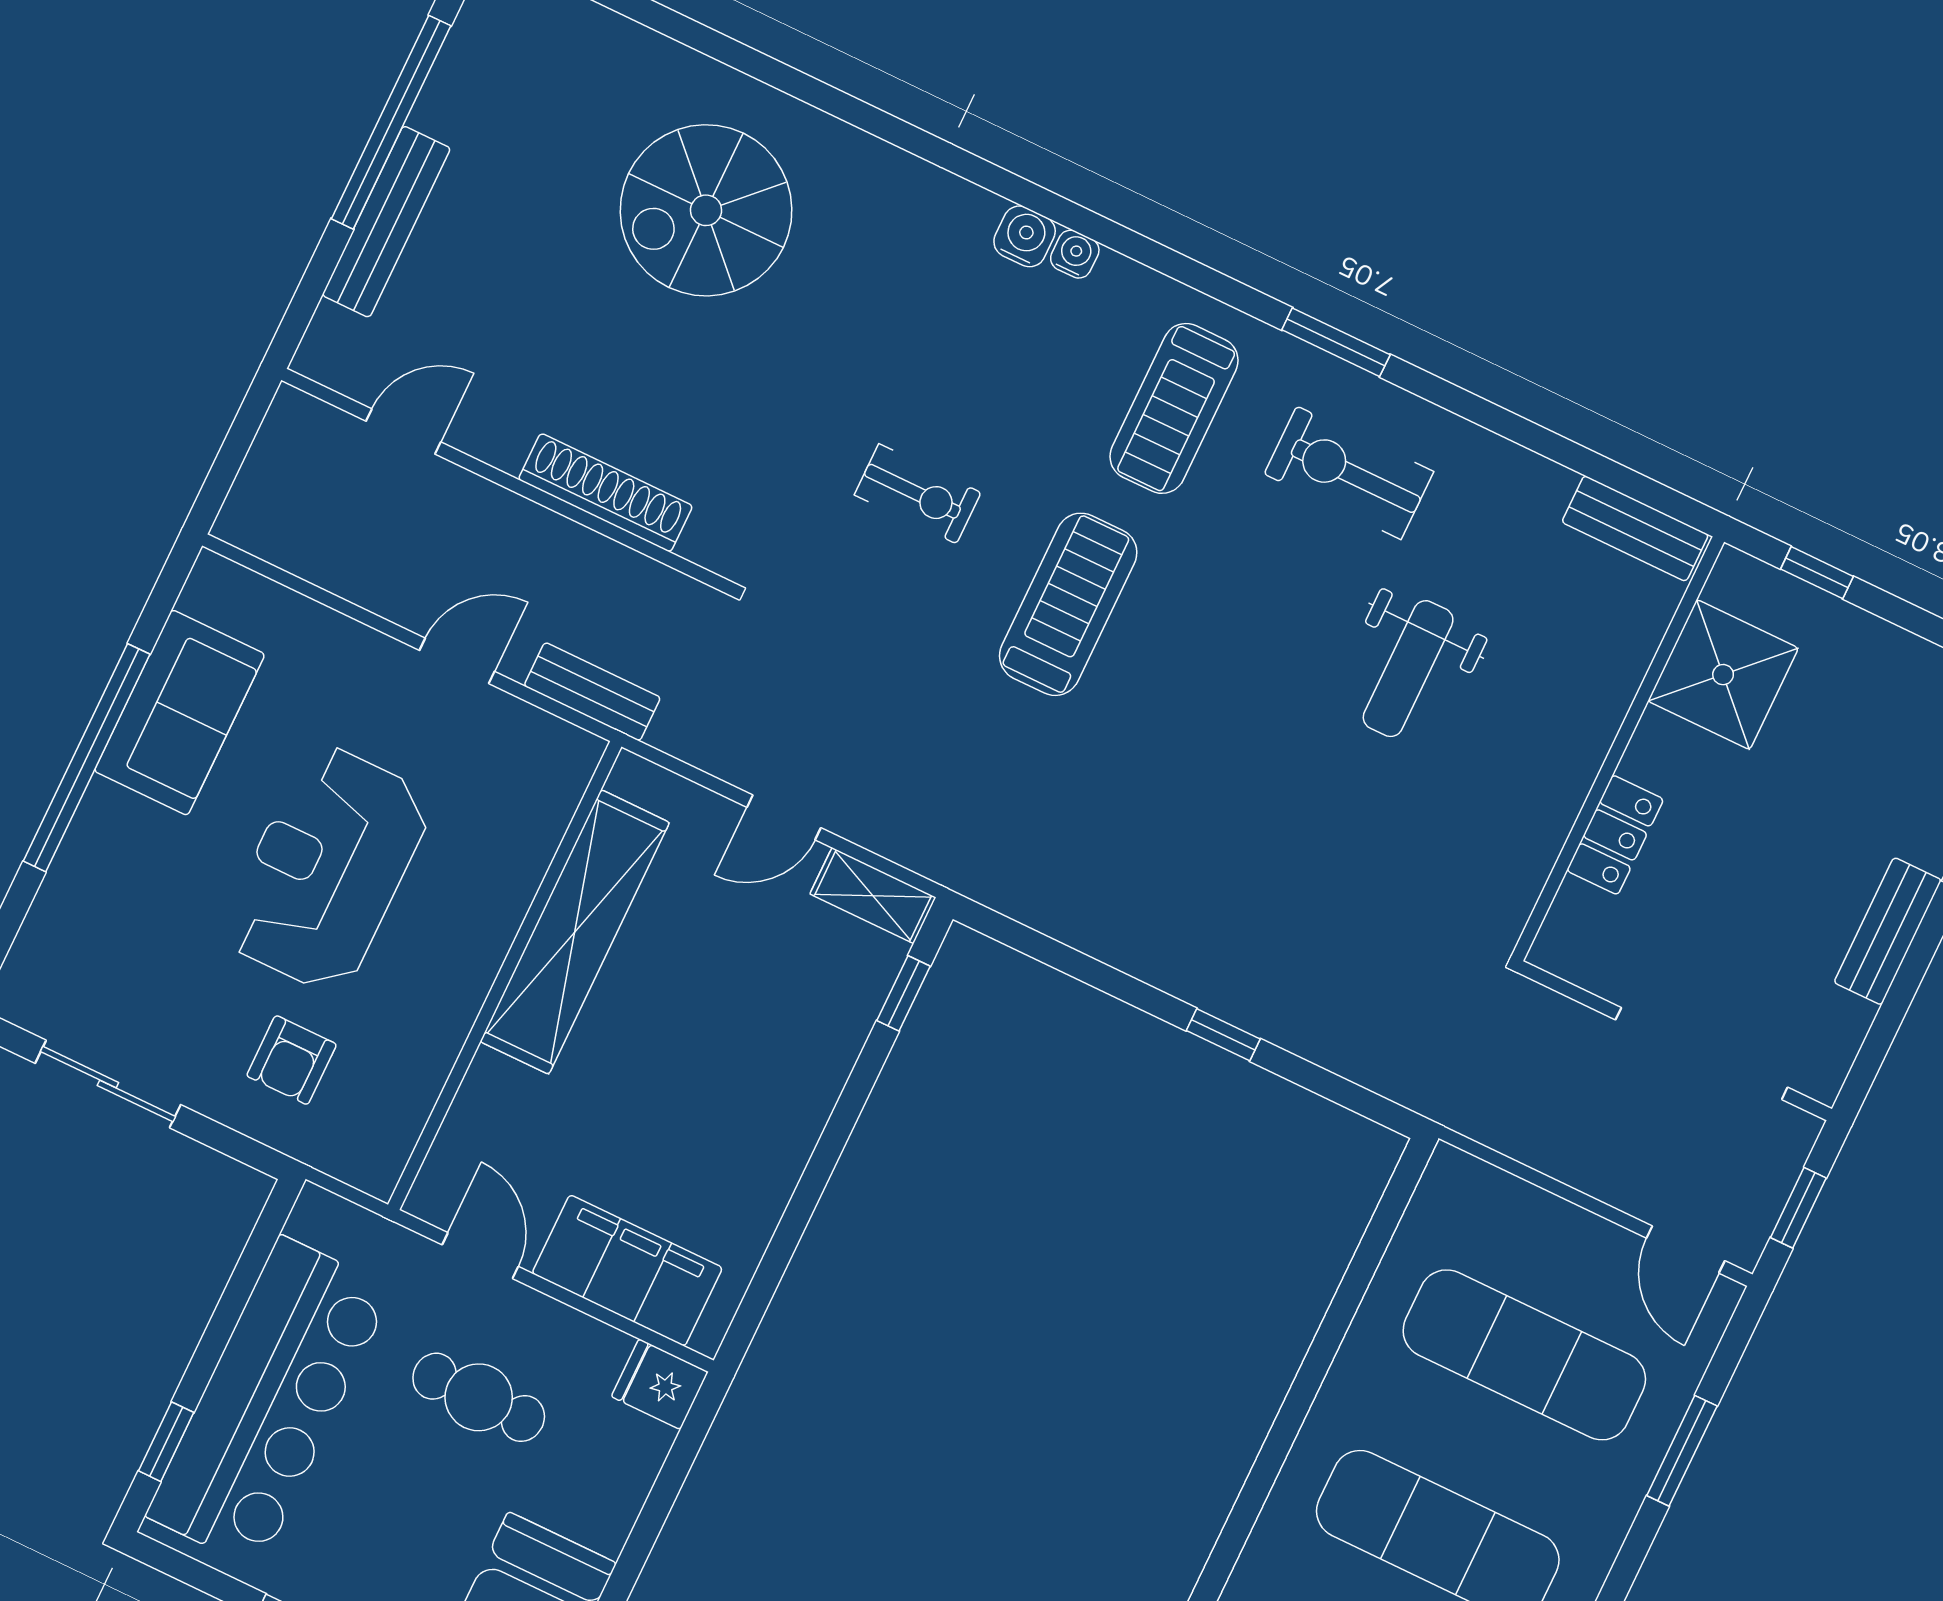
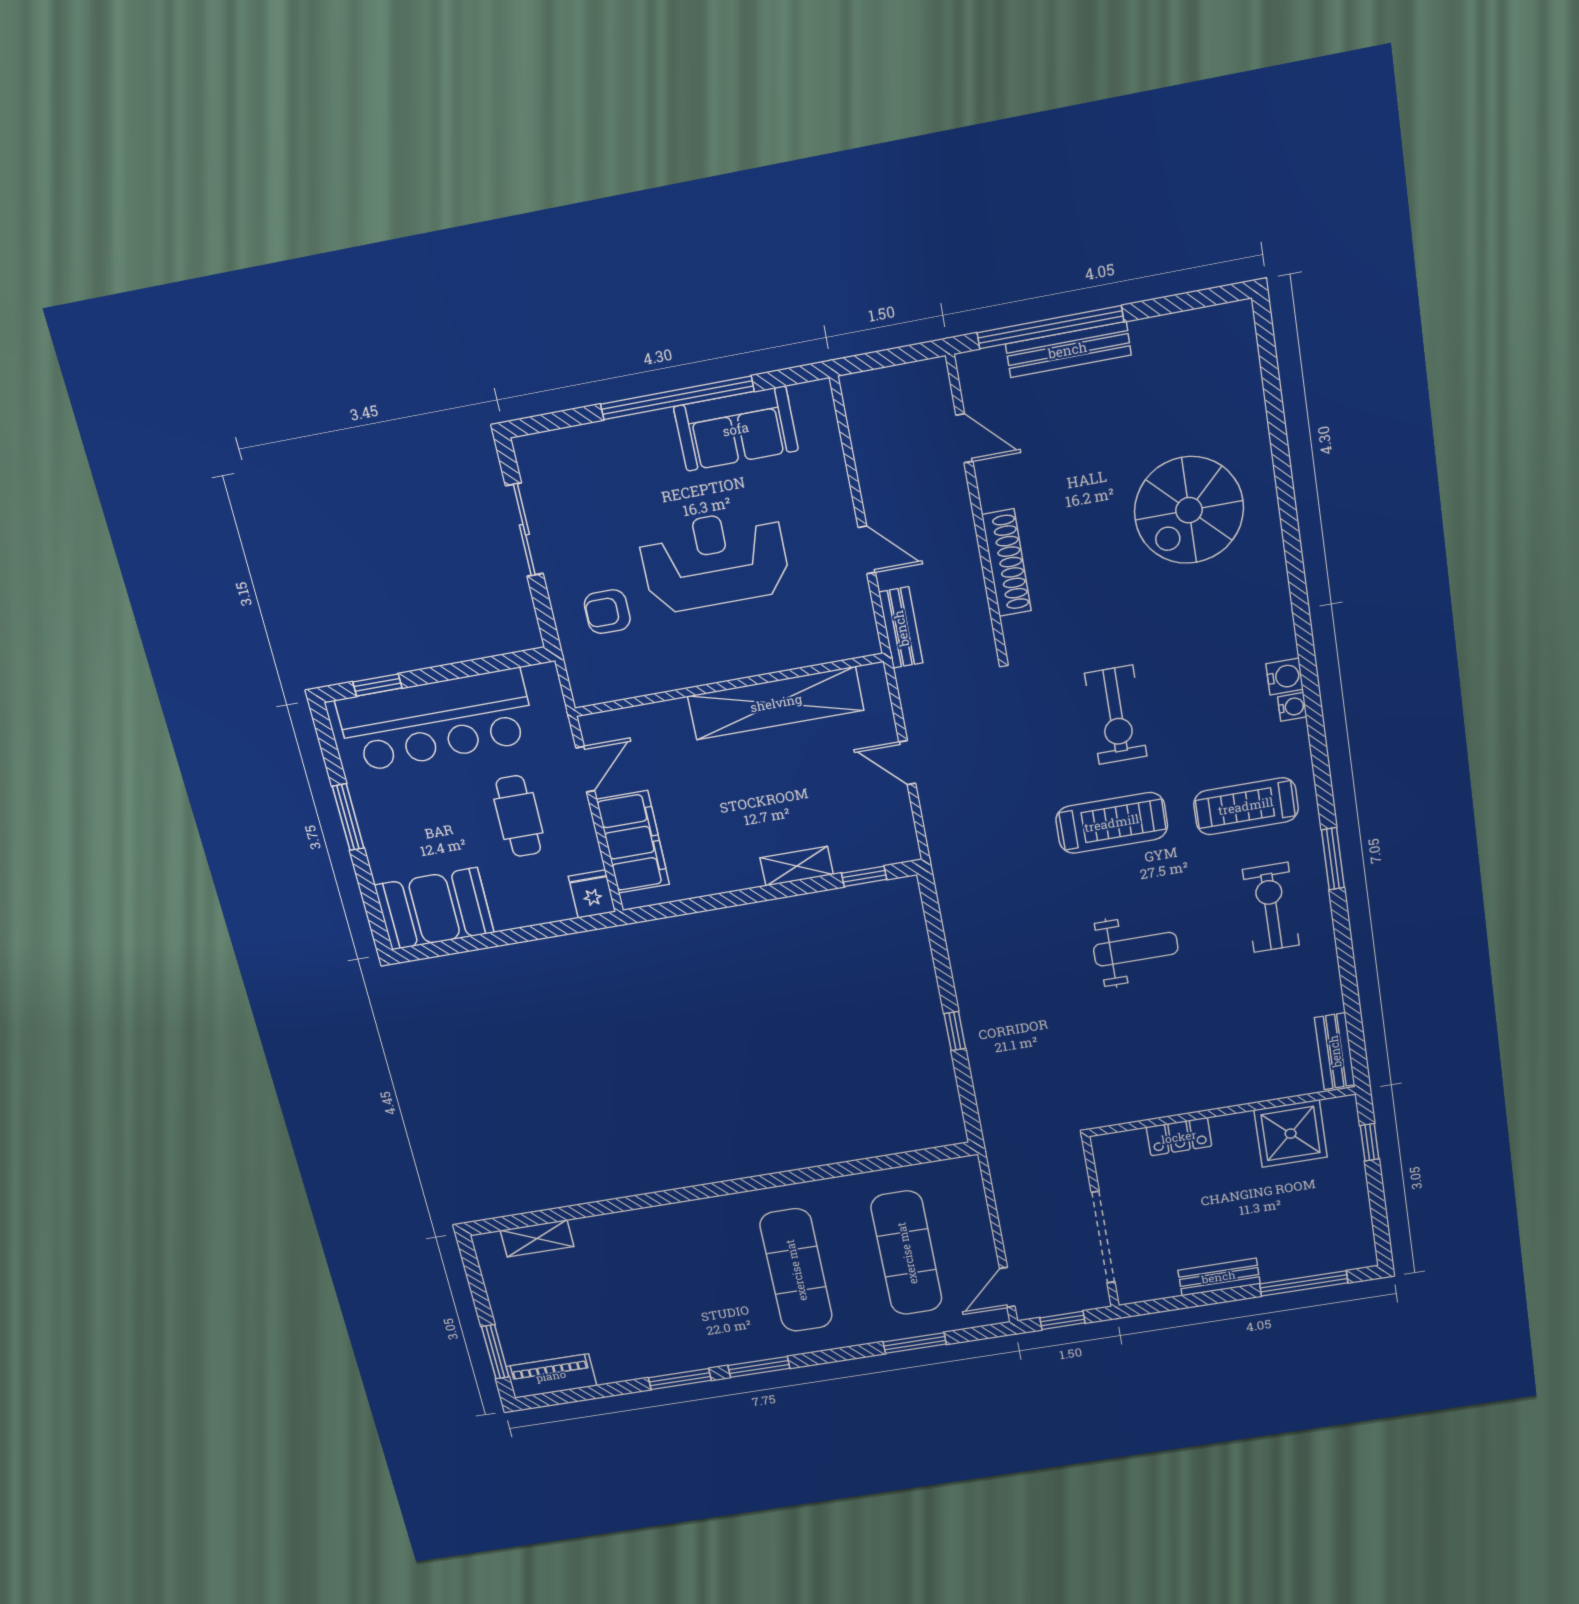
window: (391, 122) -> (1050, 327), moved
spiral stairs: (706, 210) -> (1189, 510), turned -90
exercise bike: (918, 494) -> (1116, 715), width x1.38, depth x1.39
weight bench: (1408, 669) -> (1136, 949), moved, turned 180
shelving: (873, 896) -> (797, 866), moved, turned 90

